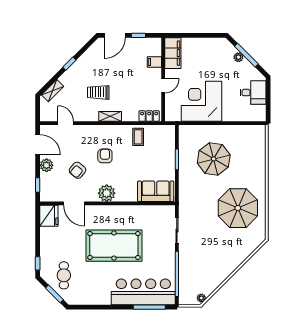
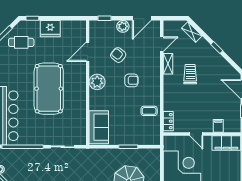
shelving: (110, 116) -> (168, 64), moved
fridge: (49, 216) -> (50, 29), moved

